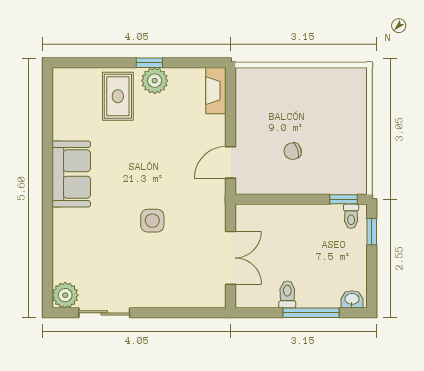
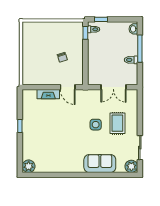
plant: (155, 81) -> (29, 166), moved
fireplace: (216, 91) -> (48, 94), moved
rug: (118, 96) -> (117, 123), moved, turned 90
sofa: (71, 174) -> (100, 163), moved
double door: (230, 258) -> (113, 87), swing flipped

